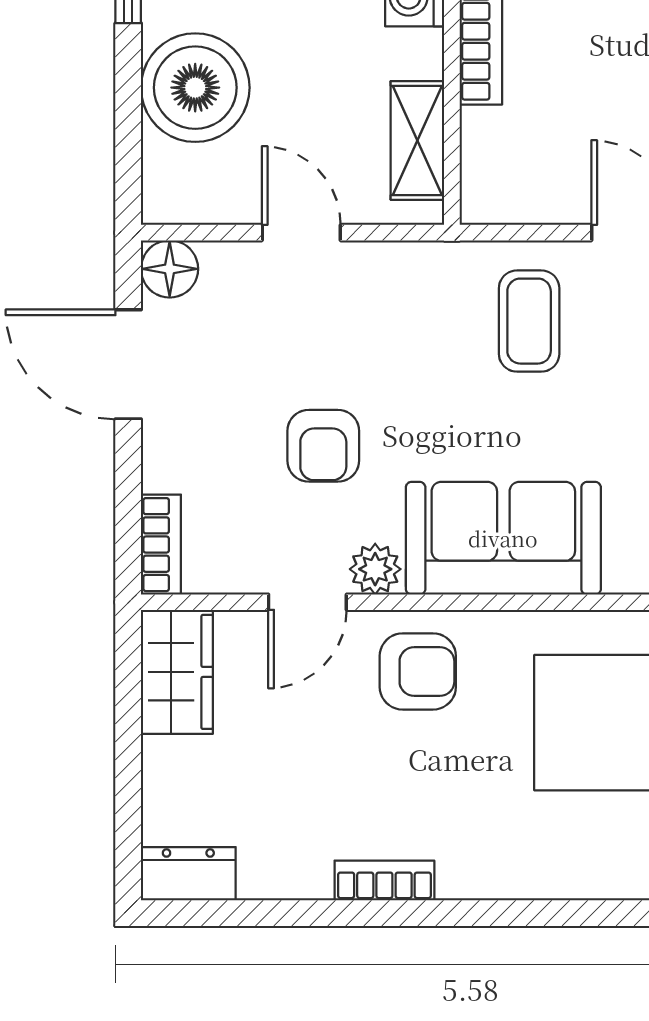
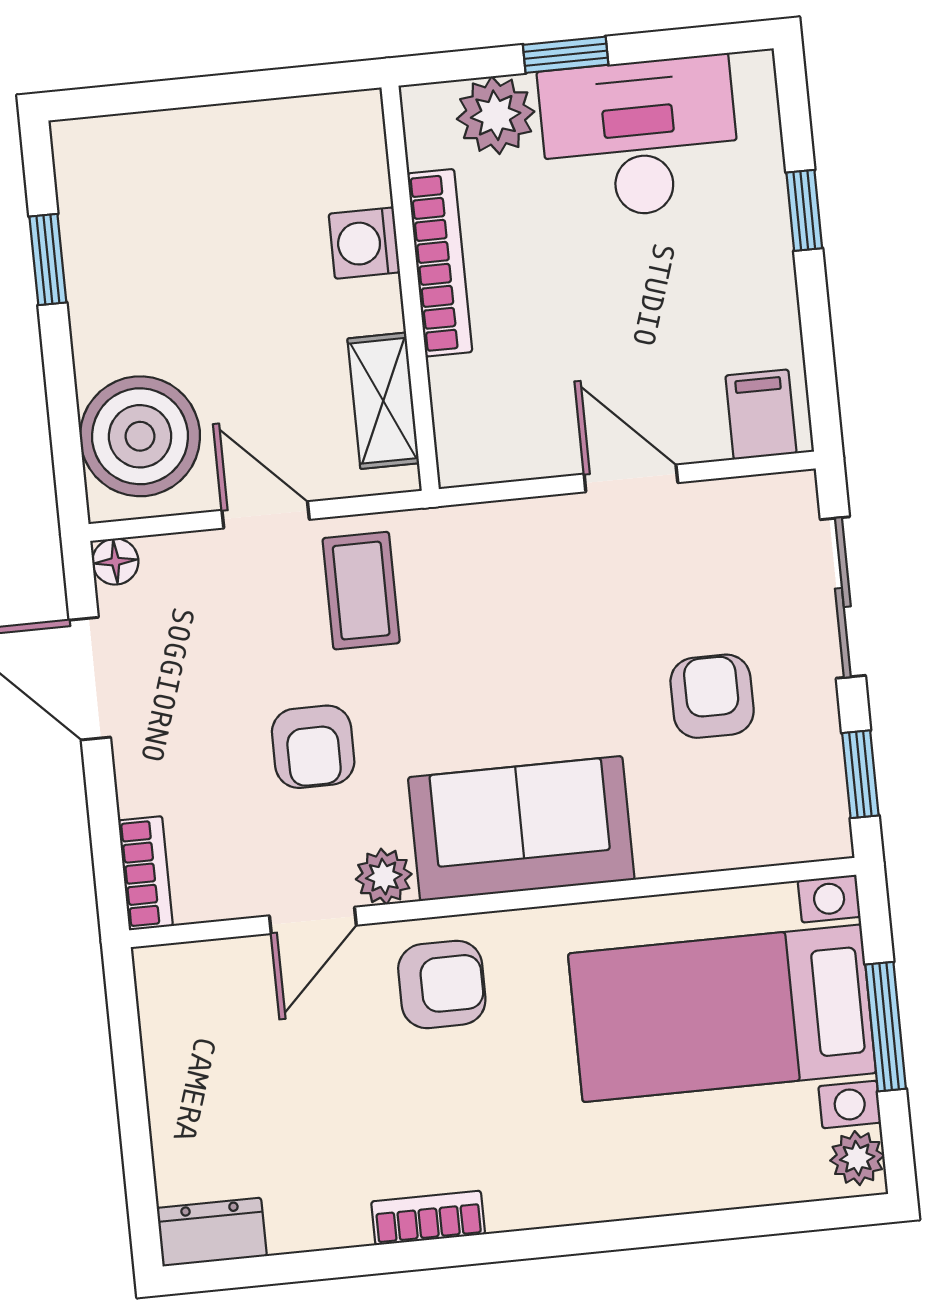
boiler: (195, 88) -> (140, 436), moved
floor lamp: (170, 269) -> (115, 562), width x0.73, depth x0.73
coffee table: (529, 321) -> (361, 591), moved
wardrobe: (177, 672) -> (177, 1011), removed

